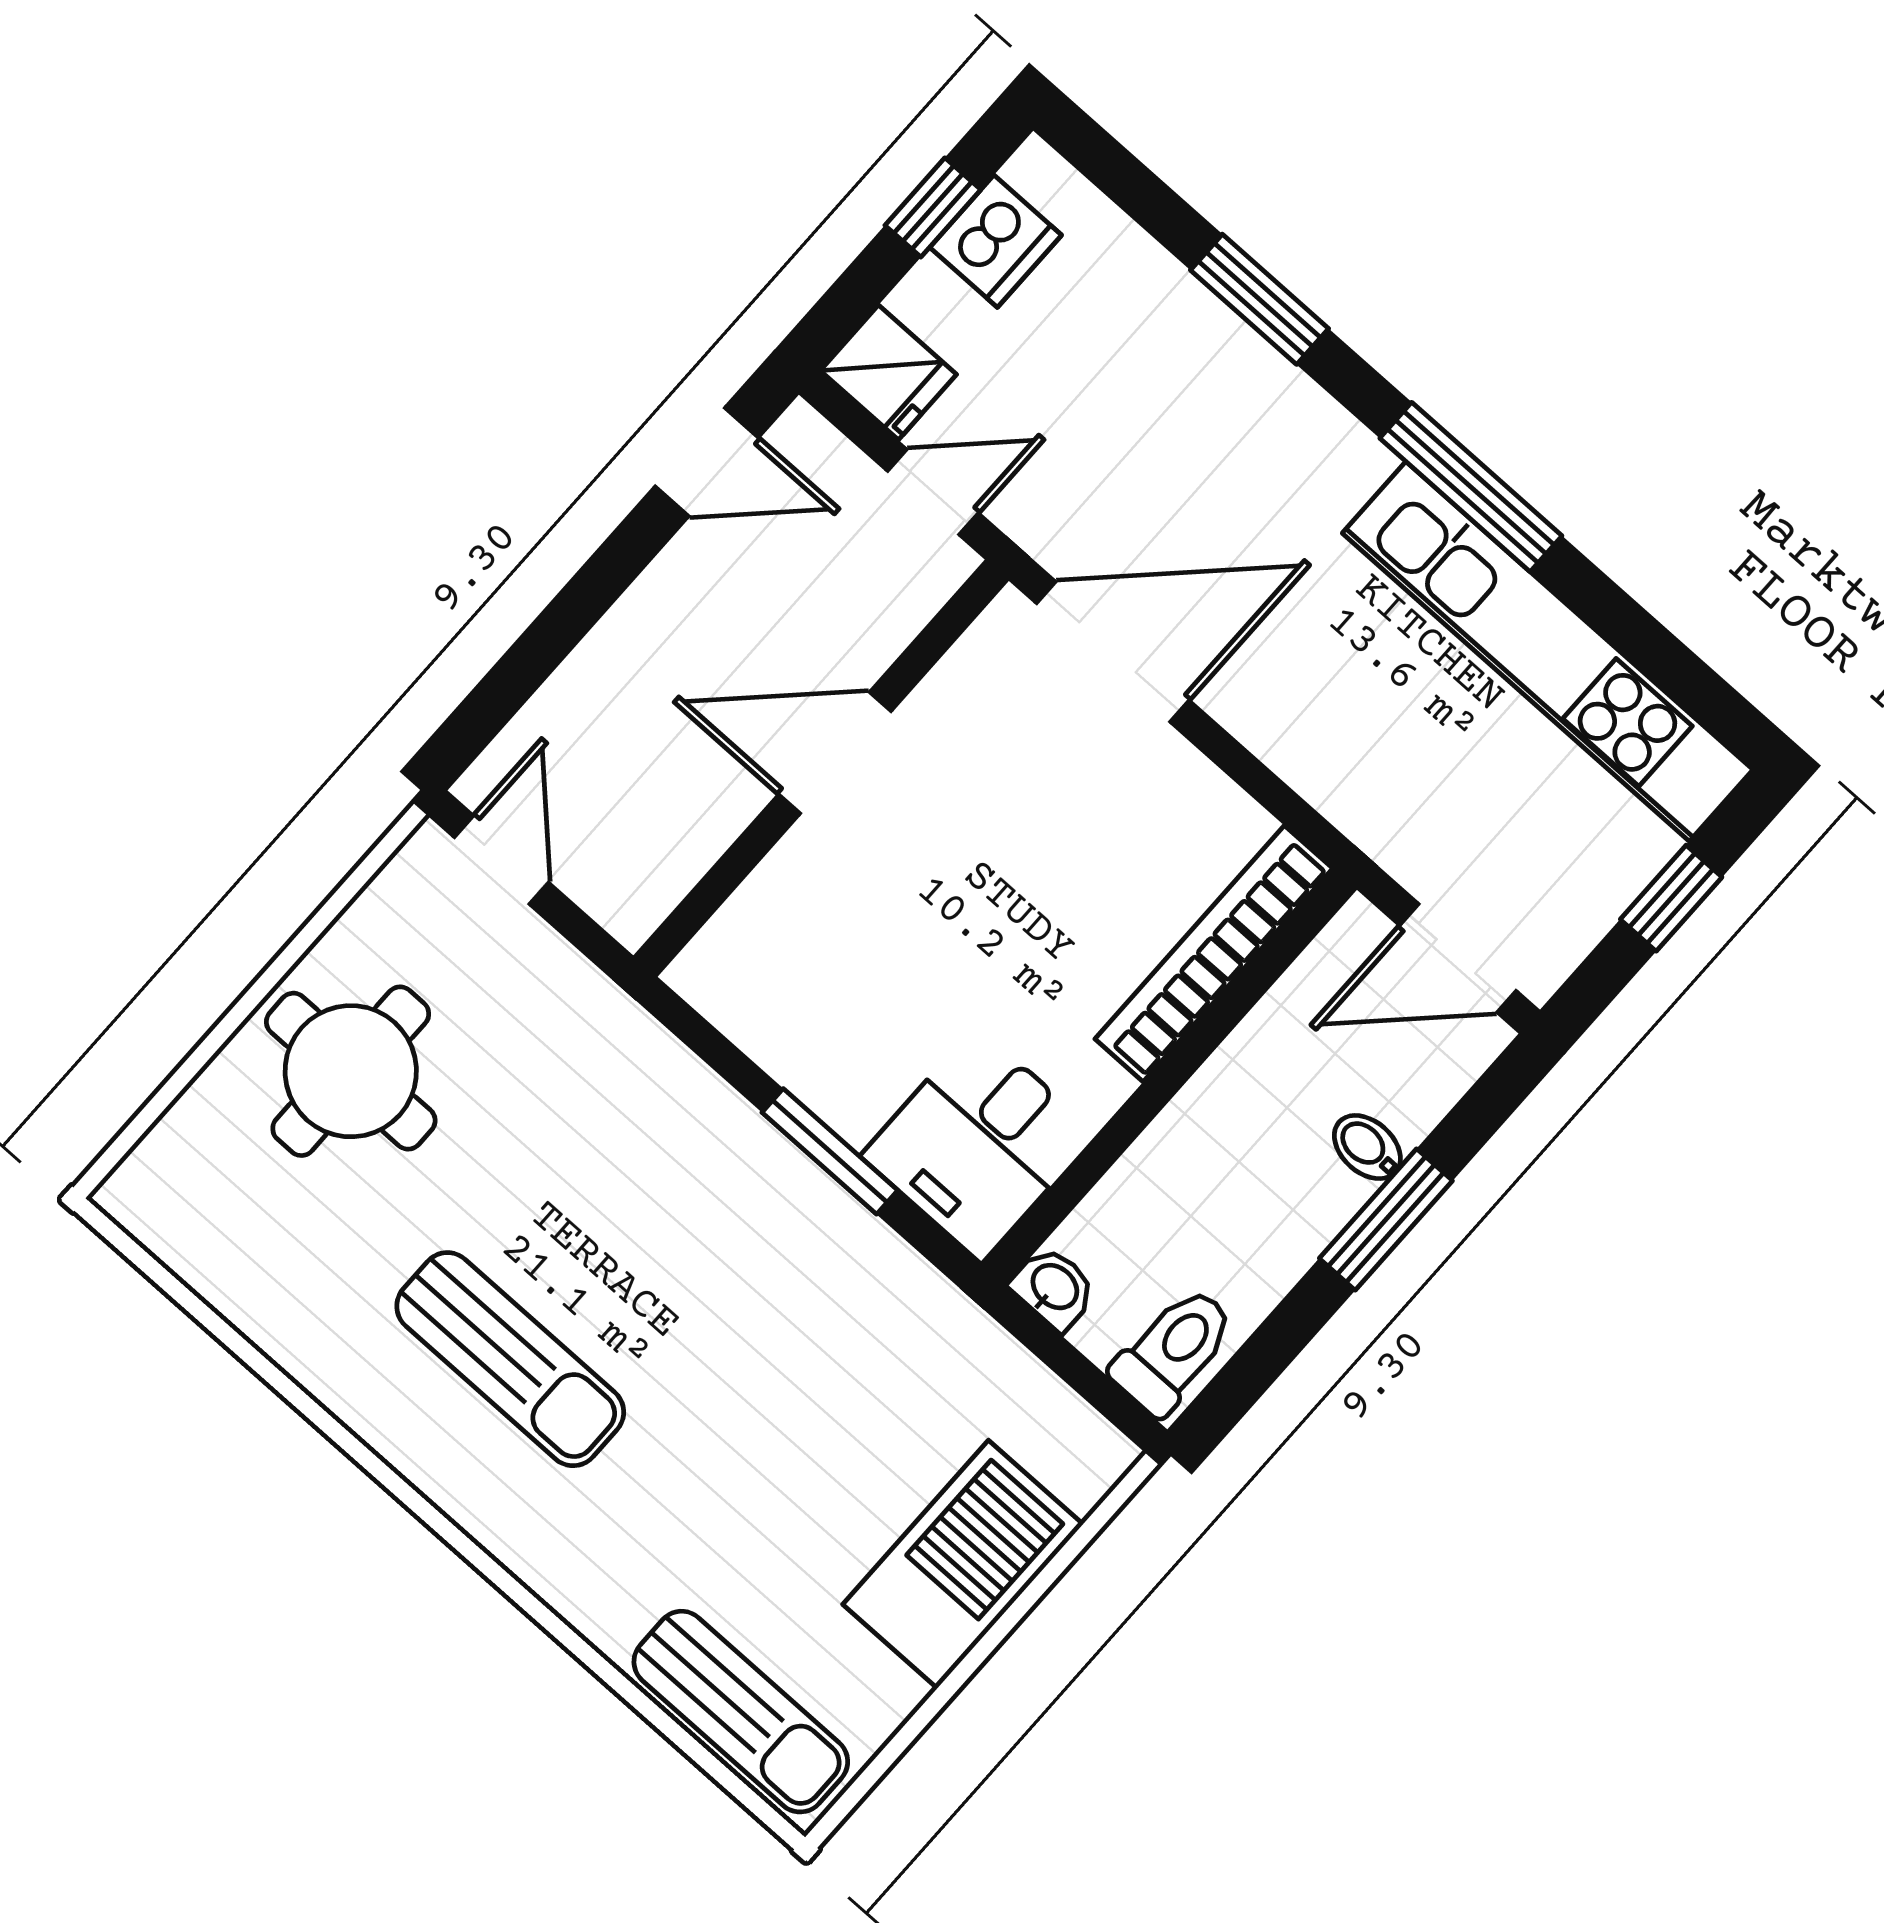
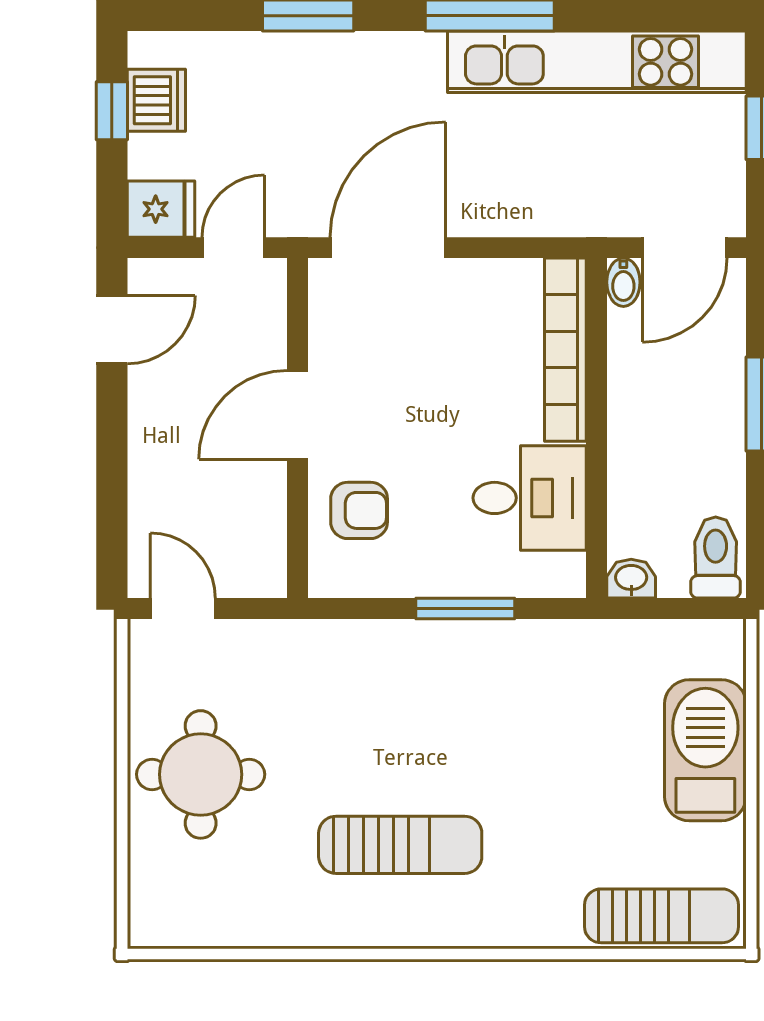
armchair: (808, 928) -> (359, 510), added
desk: (979, 1144) -> (530, 498), moved, turned -90
bidet: (1367, 1147) -> (623, 282), moved, turned -90

